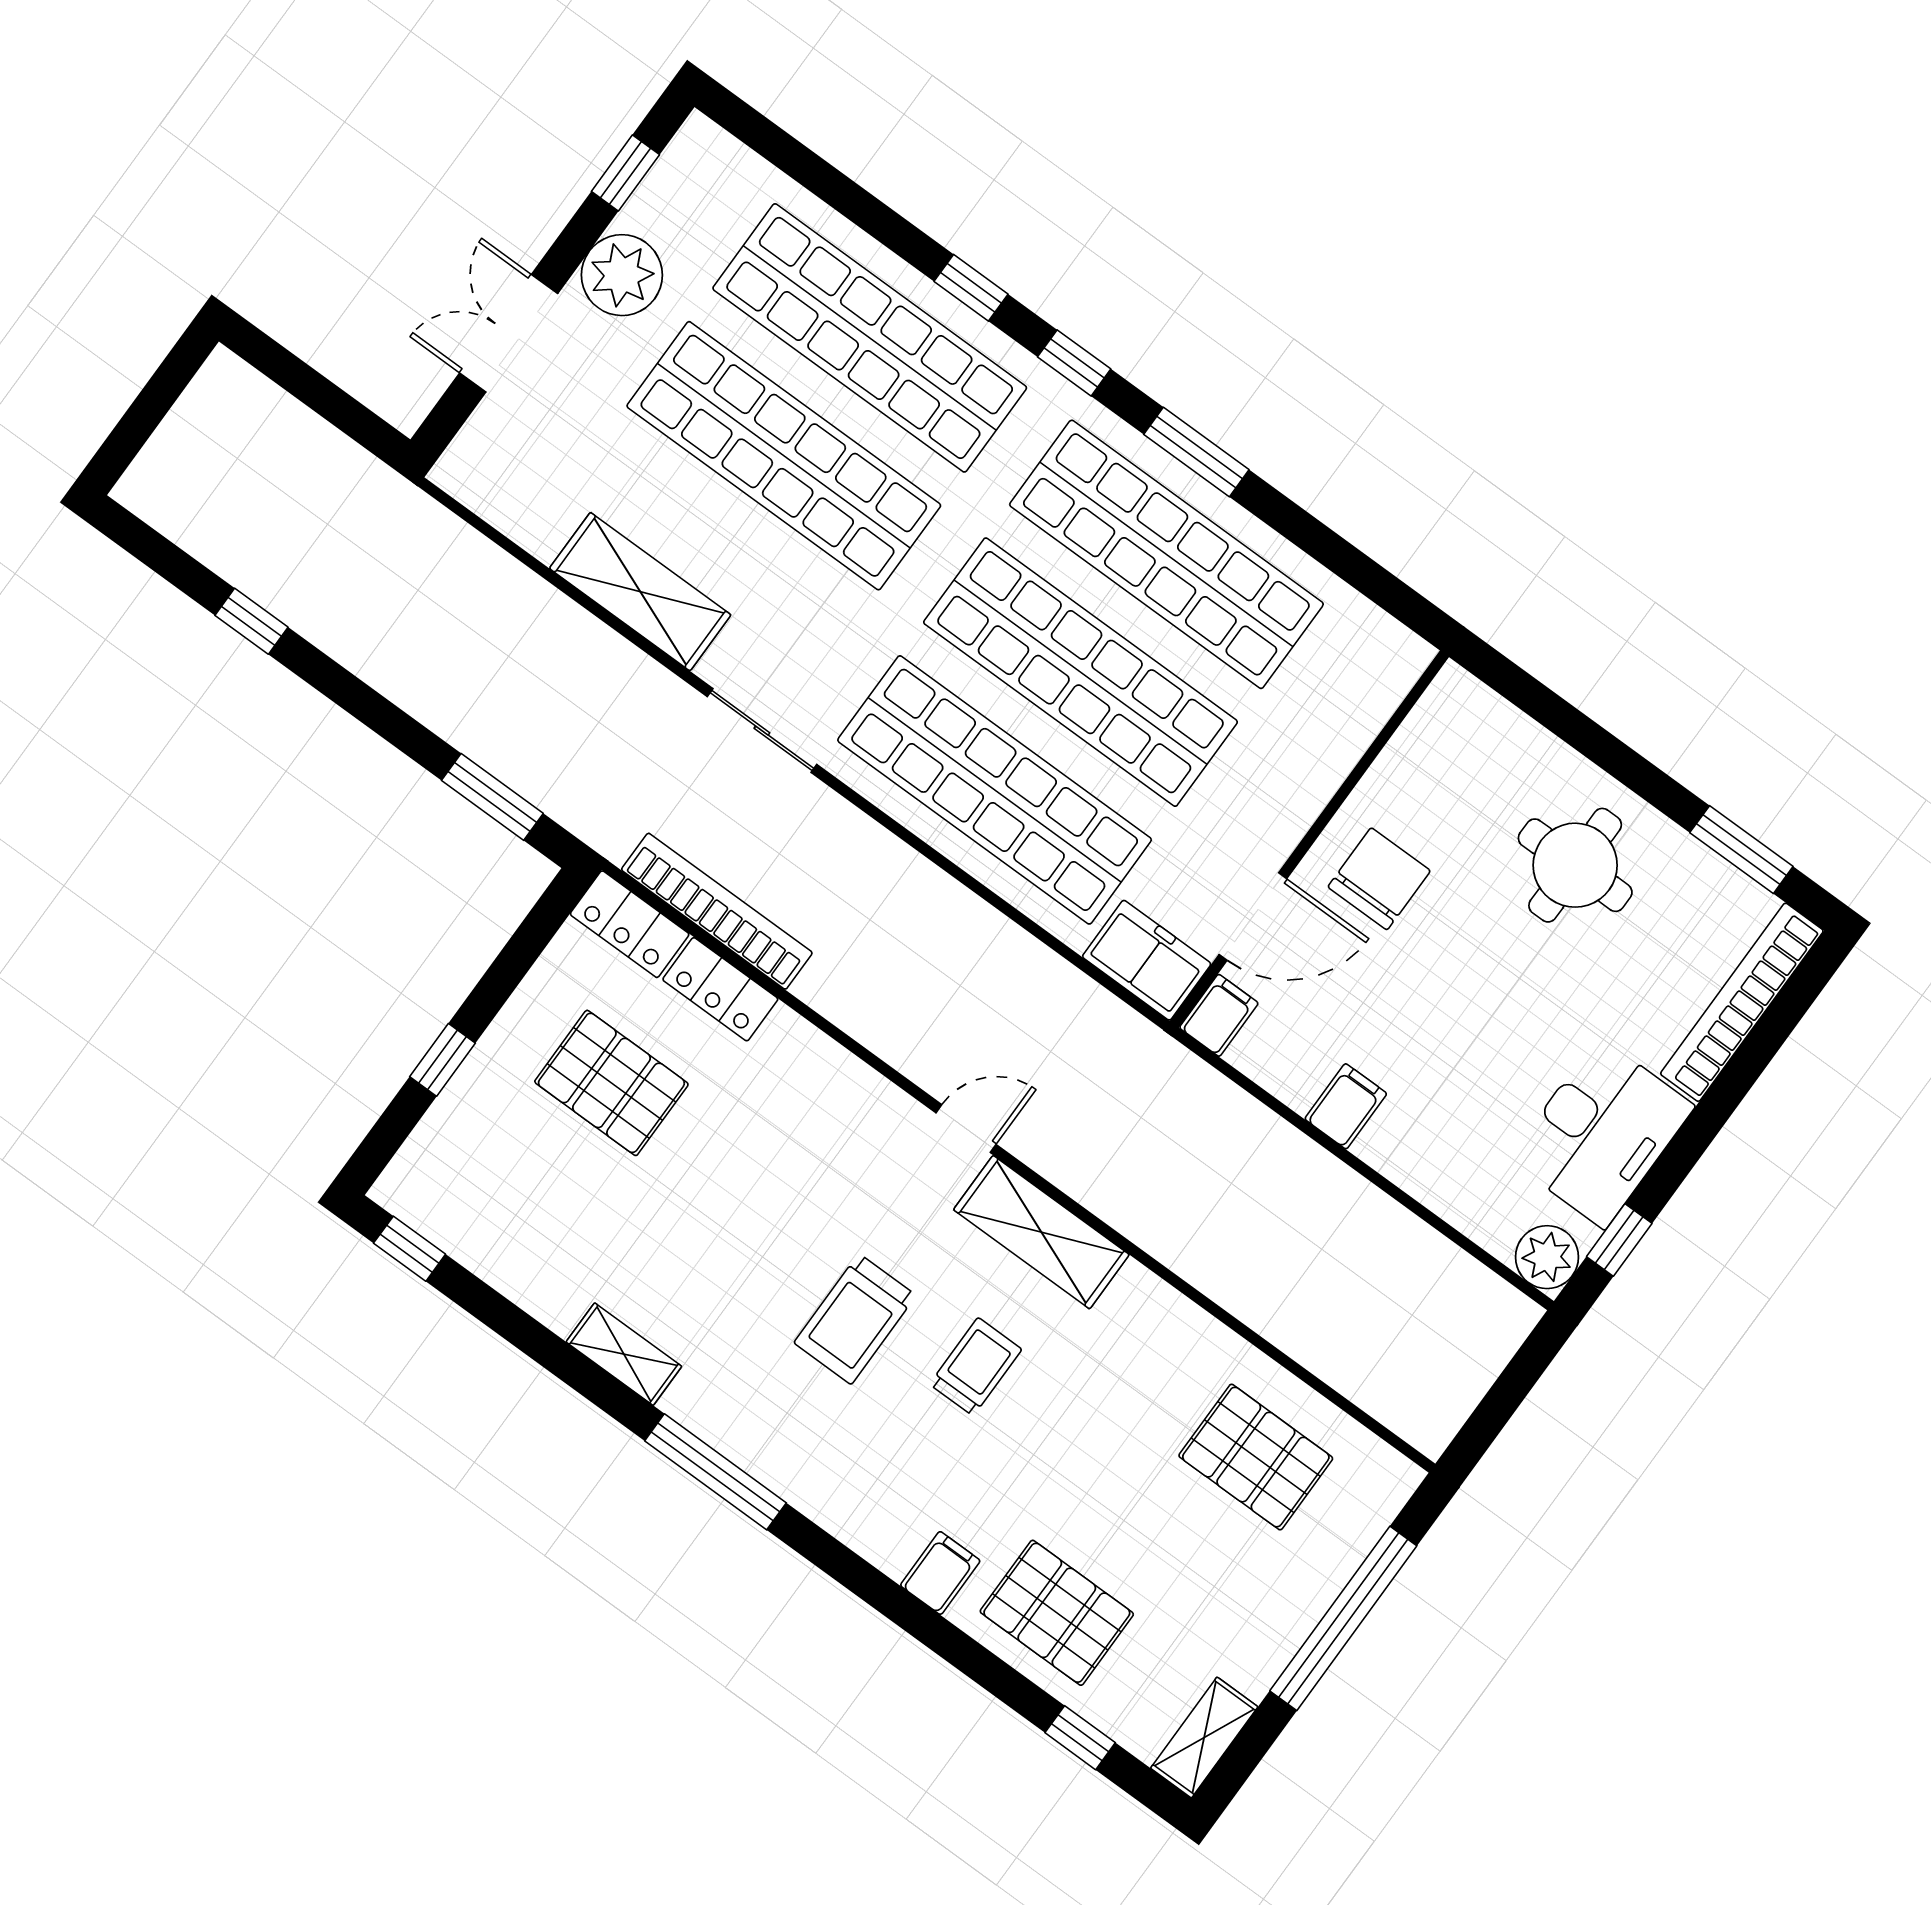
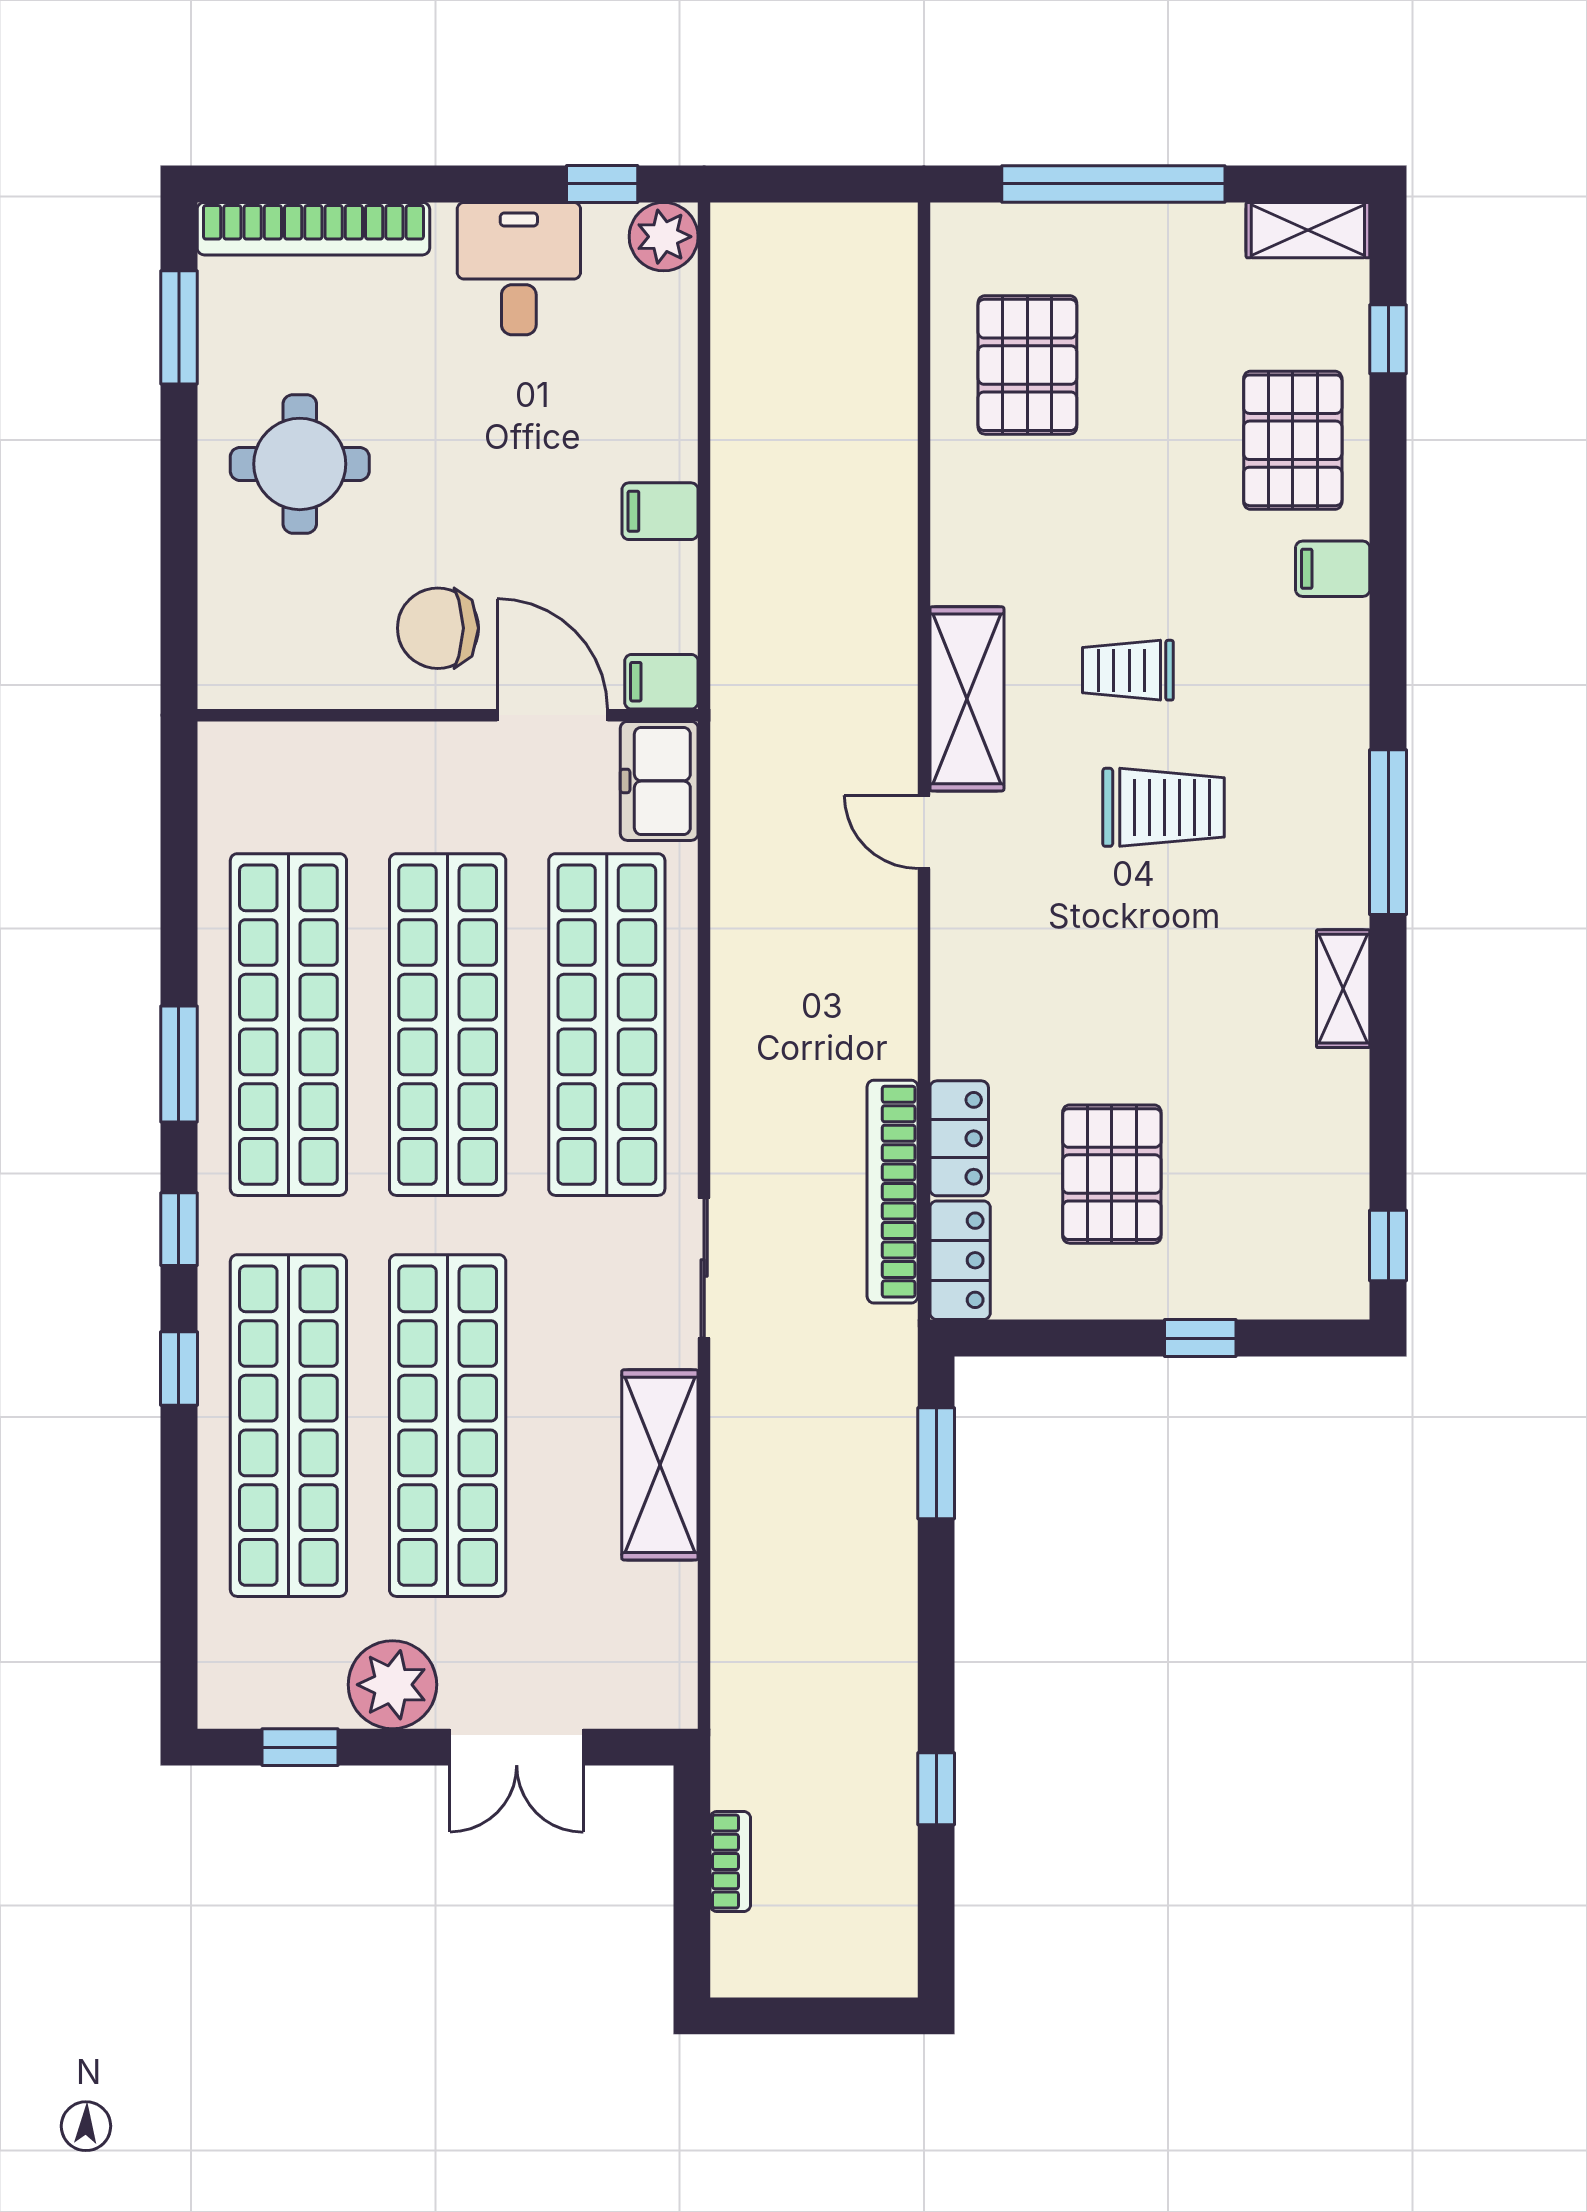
bookcase: (309, 430) -> (730, 1862), added
desk: (1601, 1133) -> (519, 269), width x0.73

